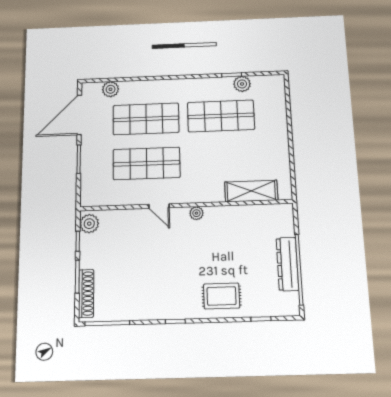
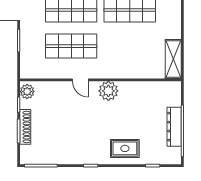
shelving: (251, 191) -> (173, 59), moved, turned 90
plant: (196, 213) -> (108, 91), width x1.88, depth x1.88
shoe rack: (86, 293) -> (25, 127), moved

